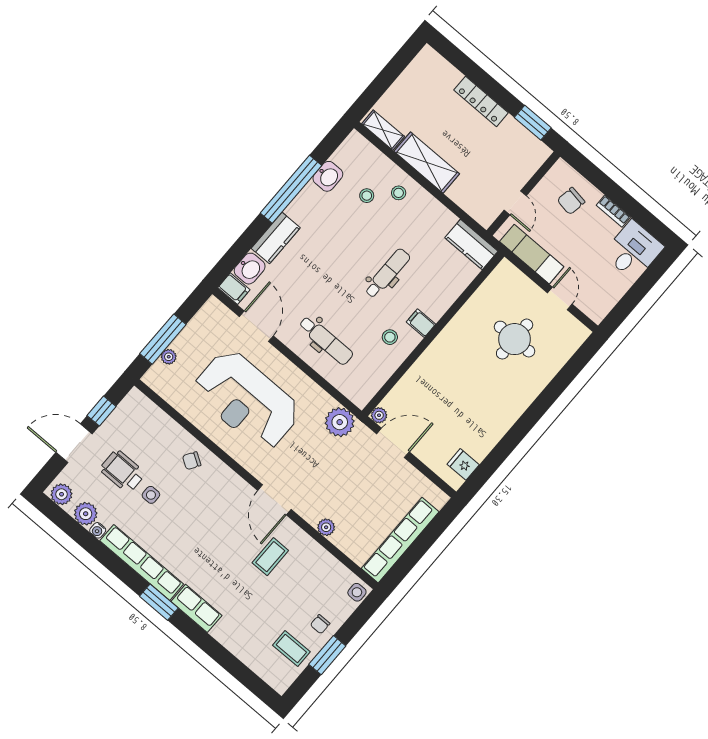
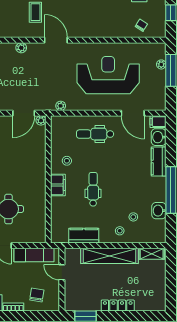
shelving: (427, 163) -> (109, 256), width x1.47
kitchen counter: (471, 245) -> (84, 236), moved
dental chair: (387, 273) -> (93, 189), turned 180
filing cabinet: (421, 323) -> (58, 185), width x2.00
plant: (340, 422) -> (61, 106), width x0.53, depth x0.53
chair: (192, 461) -> (141, 25), moved

